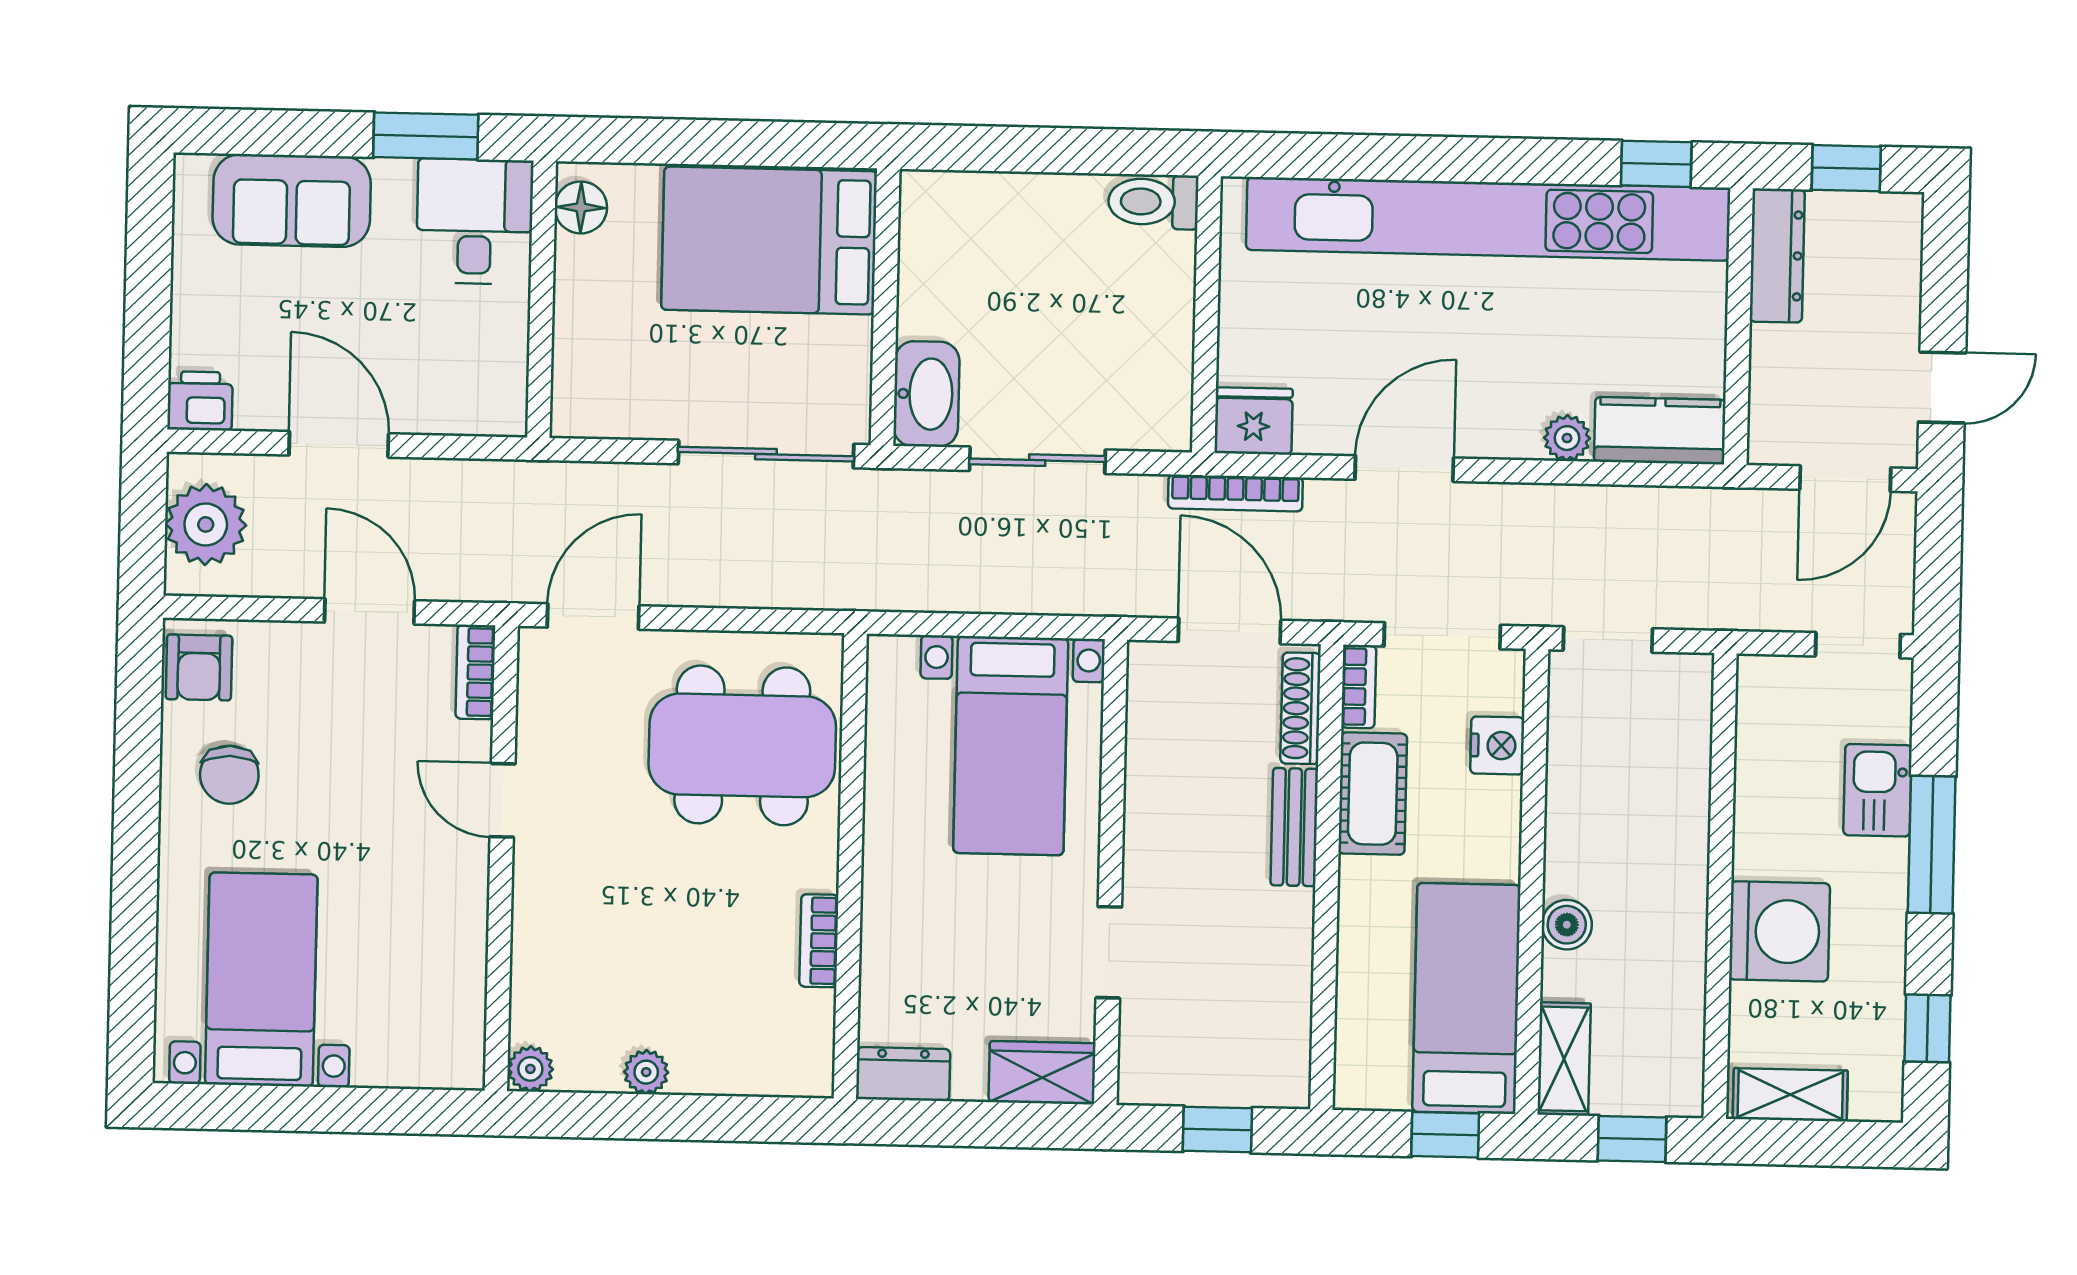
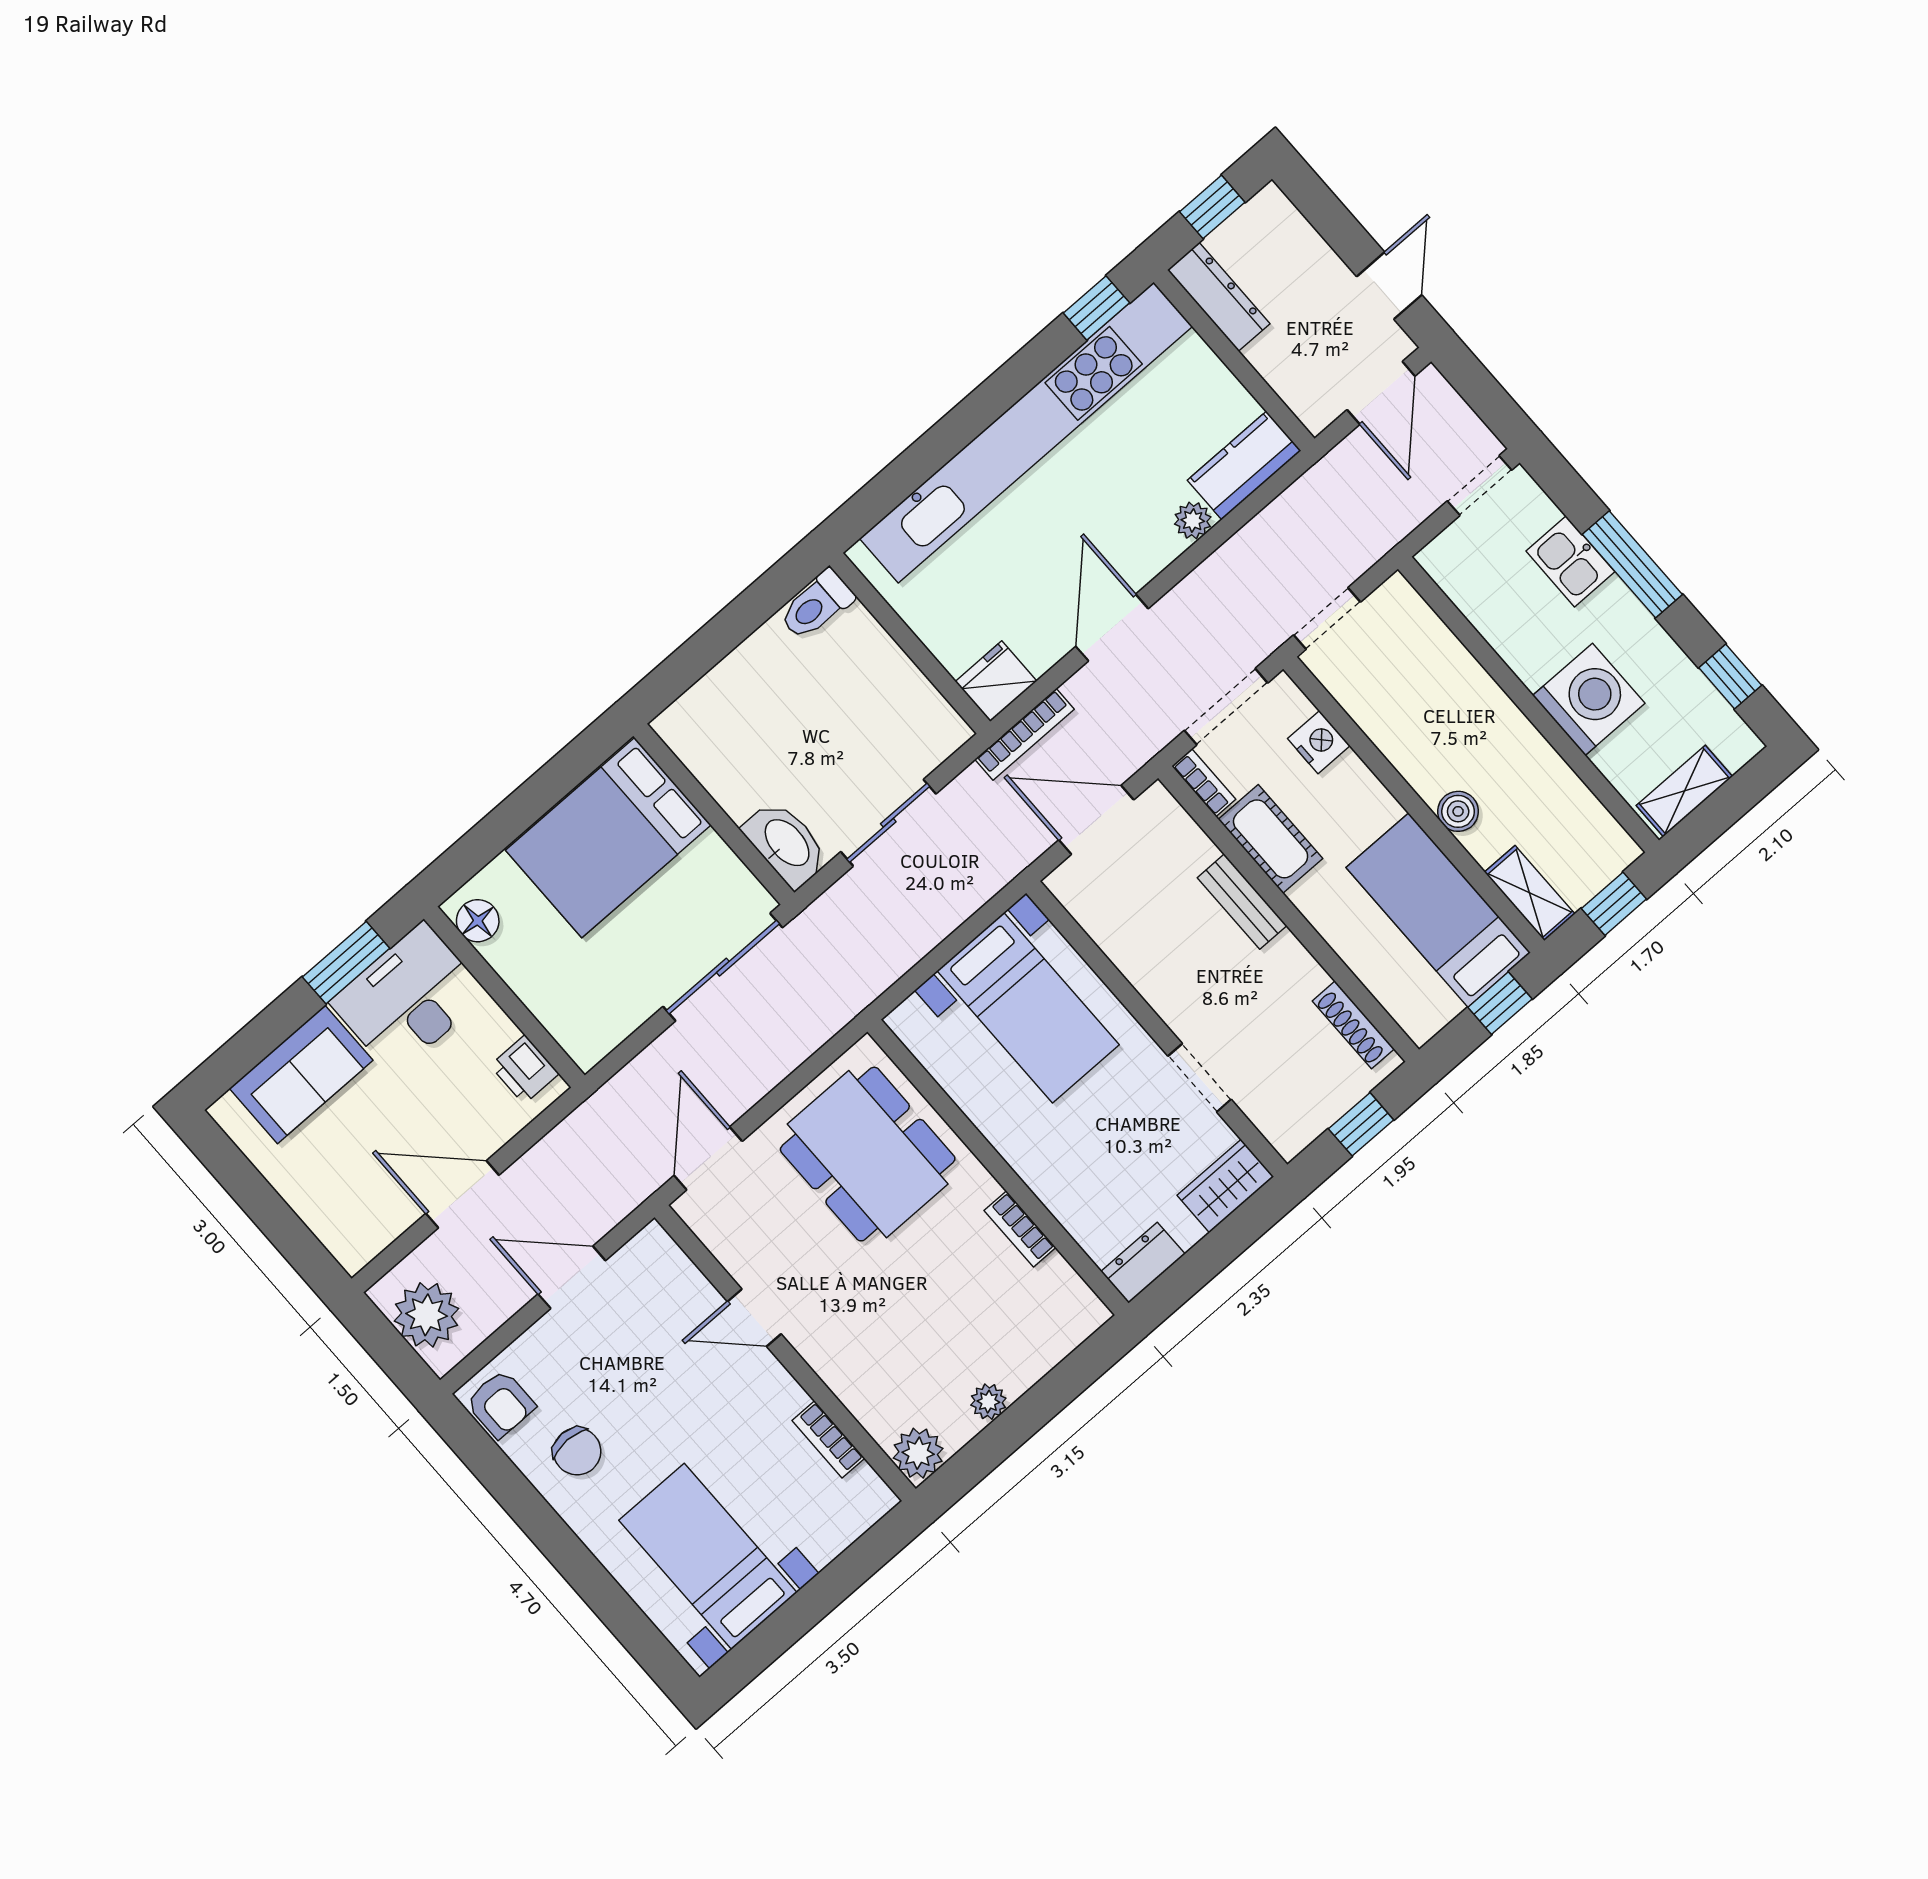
desk: (475, 221) -> (409, 998), width x1.37
printer: (200, 401) -> (524, 1070), moved, turned -90
bookcase: (475, 672) -> (828, 1439), moved
shoe rack: (1301, 708) -> (1353, 1025), moved
dining table: (742, 745) -> (868, 1154), turned 90
plant: (530, 1069) -> (918, 1453), width x1.38, depth x1.38

